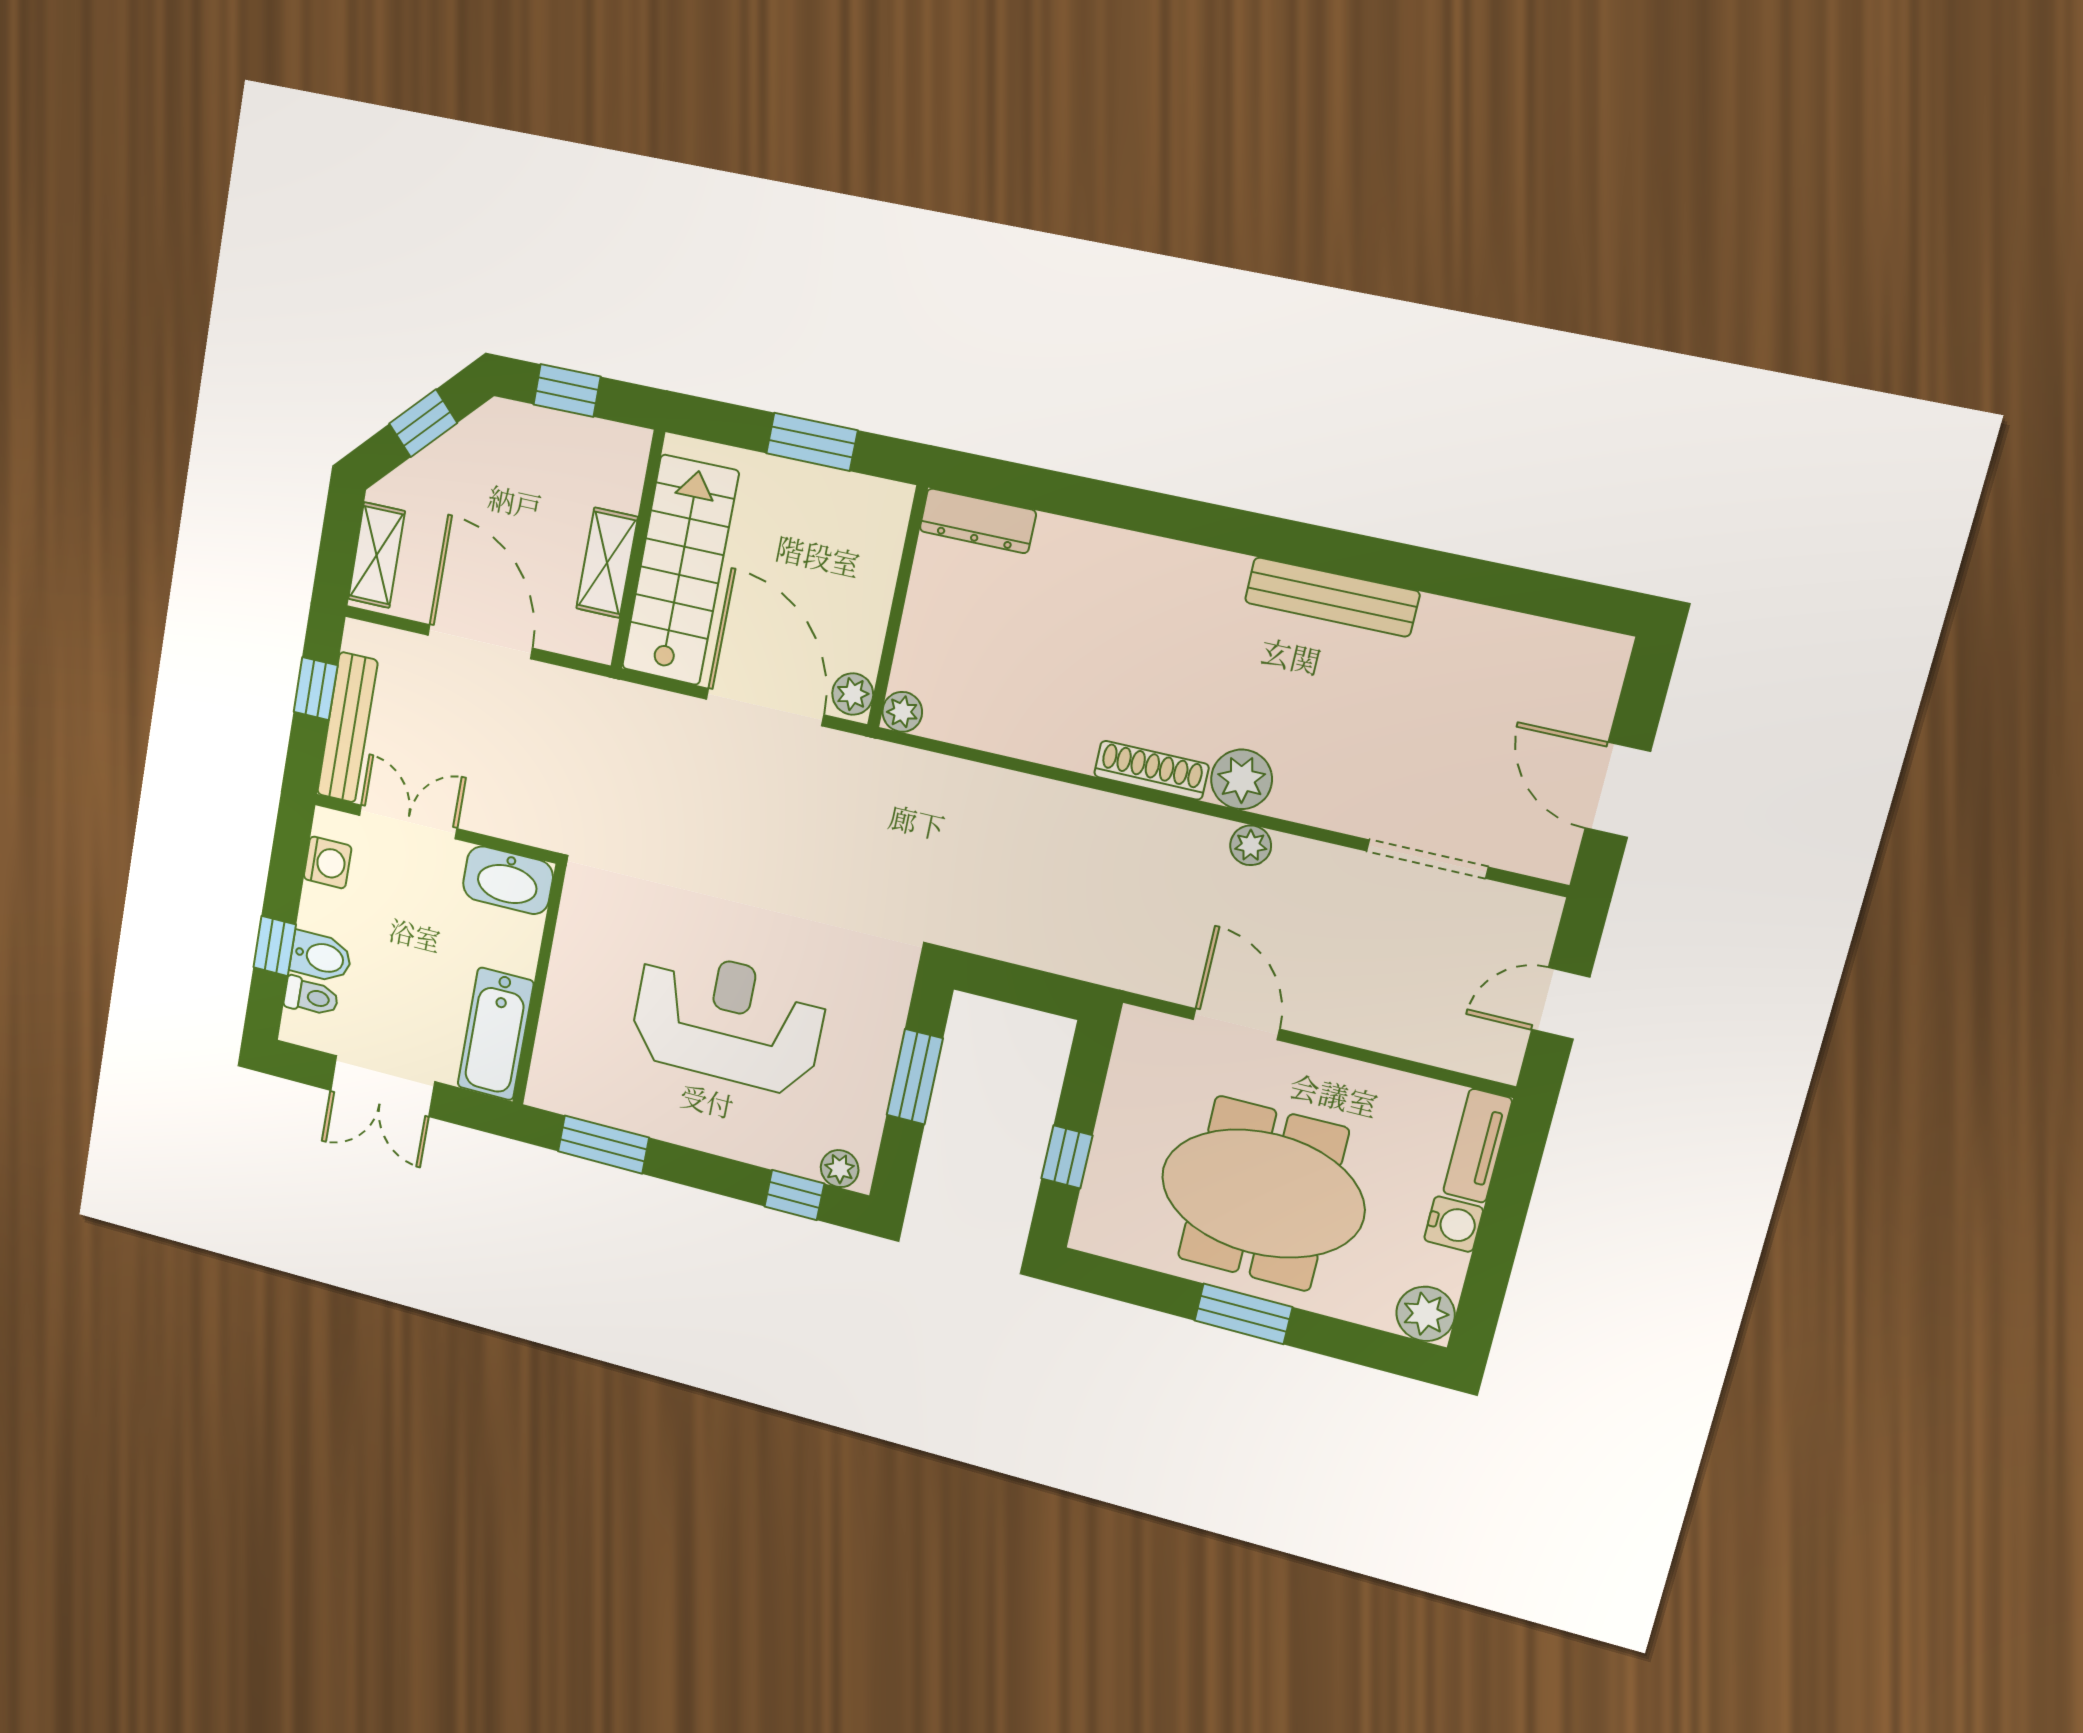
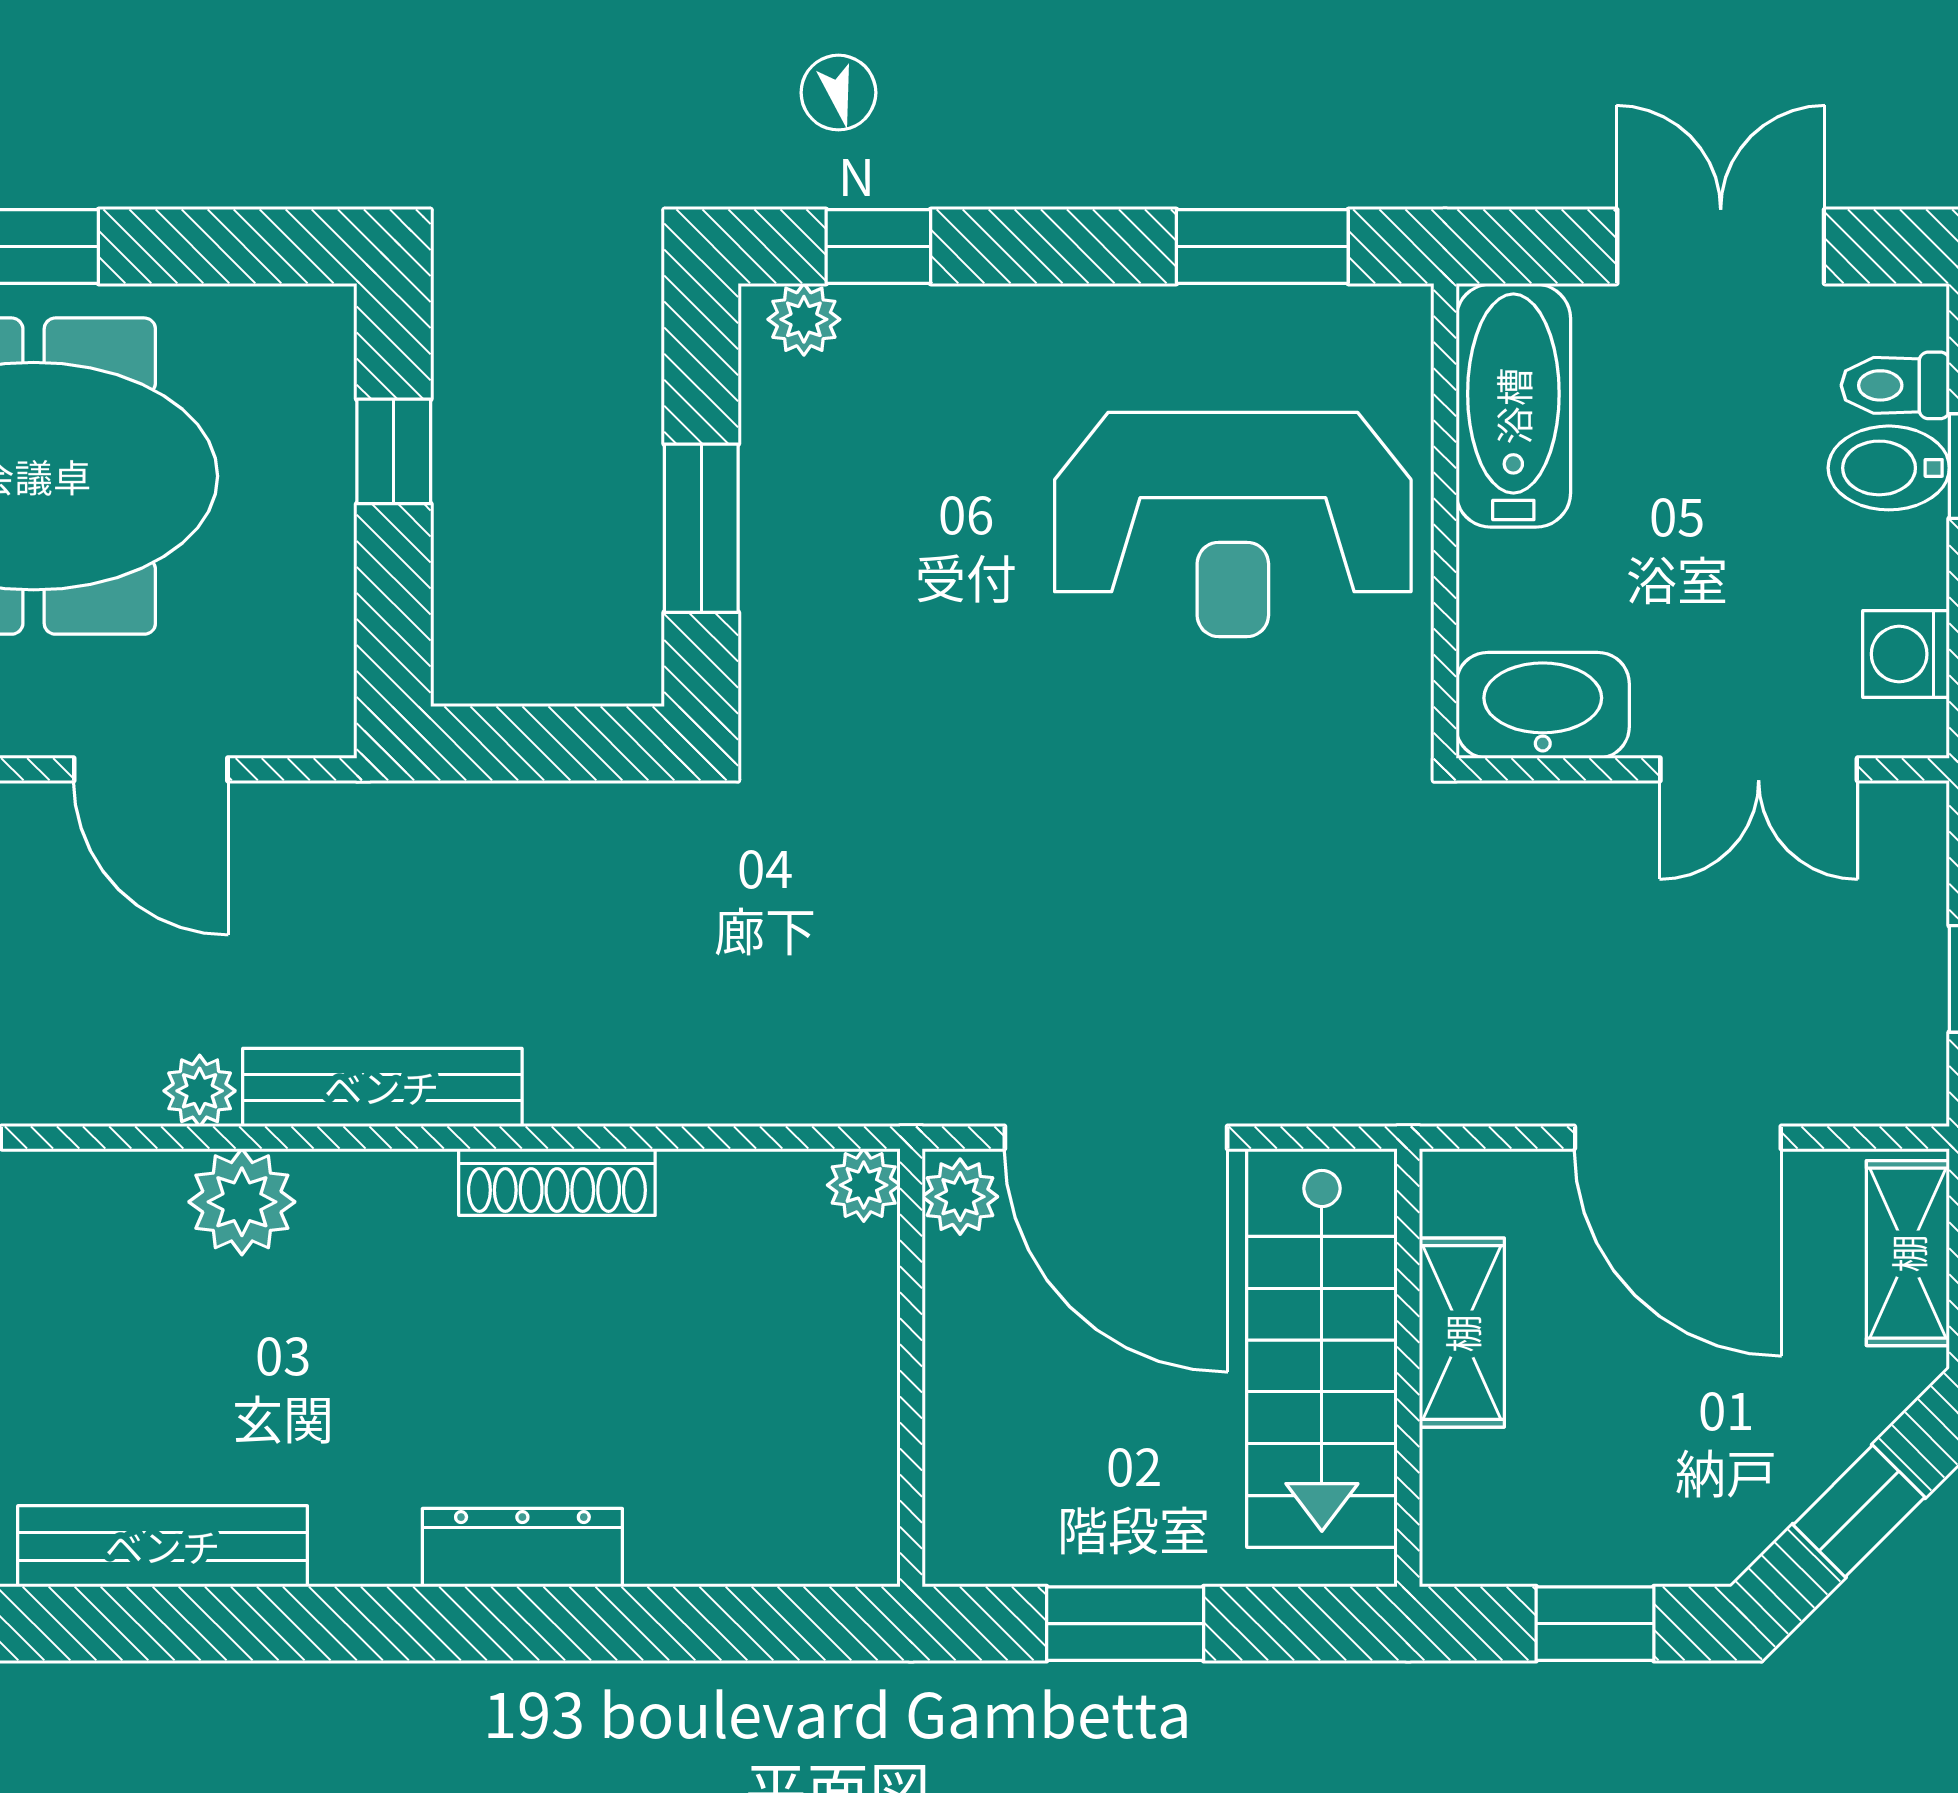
dresser: (978, 521) -> (522, 1548), moved
bench: (347, 727) -> (382, 1087), moved, turned 90
shoe rack: (1151, 770) -> (557, 1182), moved
reception desk: (728, 1020) -> (1233, 524), moved

